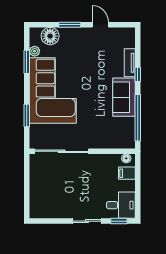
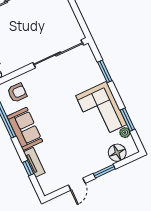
door: (100, 25) -> (77, 184), hinge flipped
window: (138, 74) -> (28, 168), moved
corner sofa: (53, 90) -> (101, 110), width x0.73, depth x0.74
armchair: (116, 133) -> (17, 93), added

